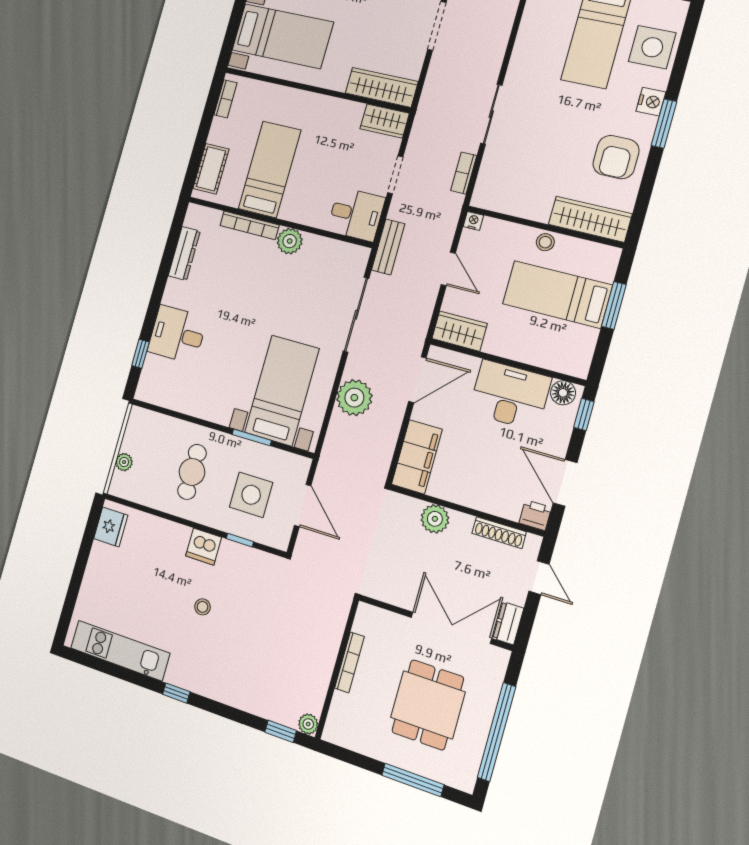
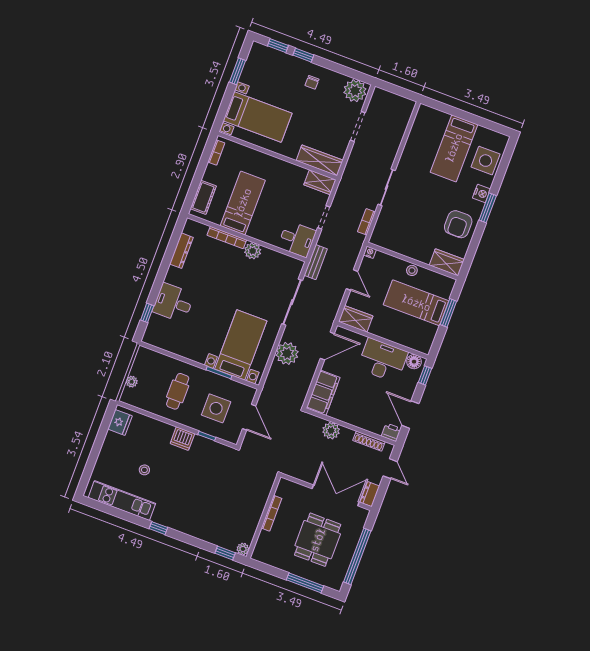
wardrobe: (590, 219) -> (447, 262), width x0.67
stool: (202, 607) -> (144, 470), moved

